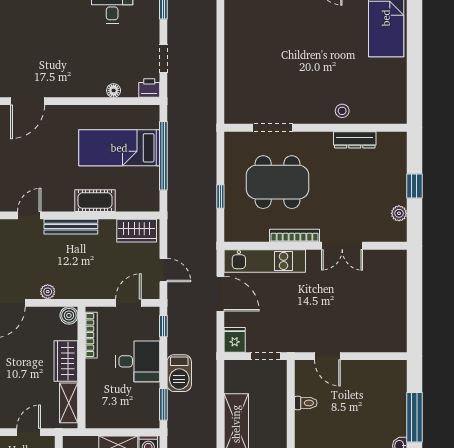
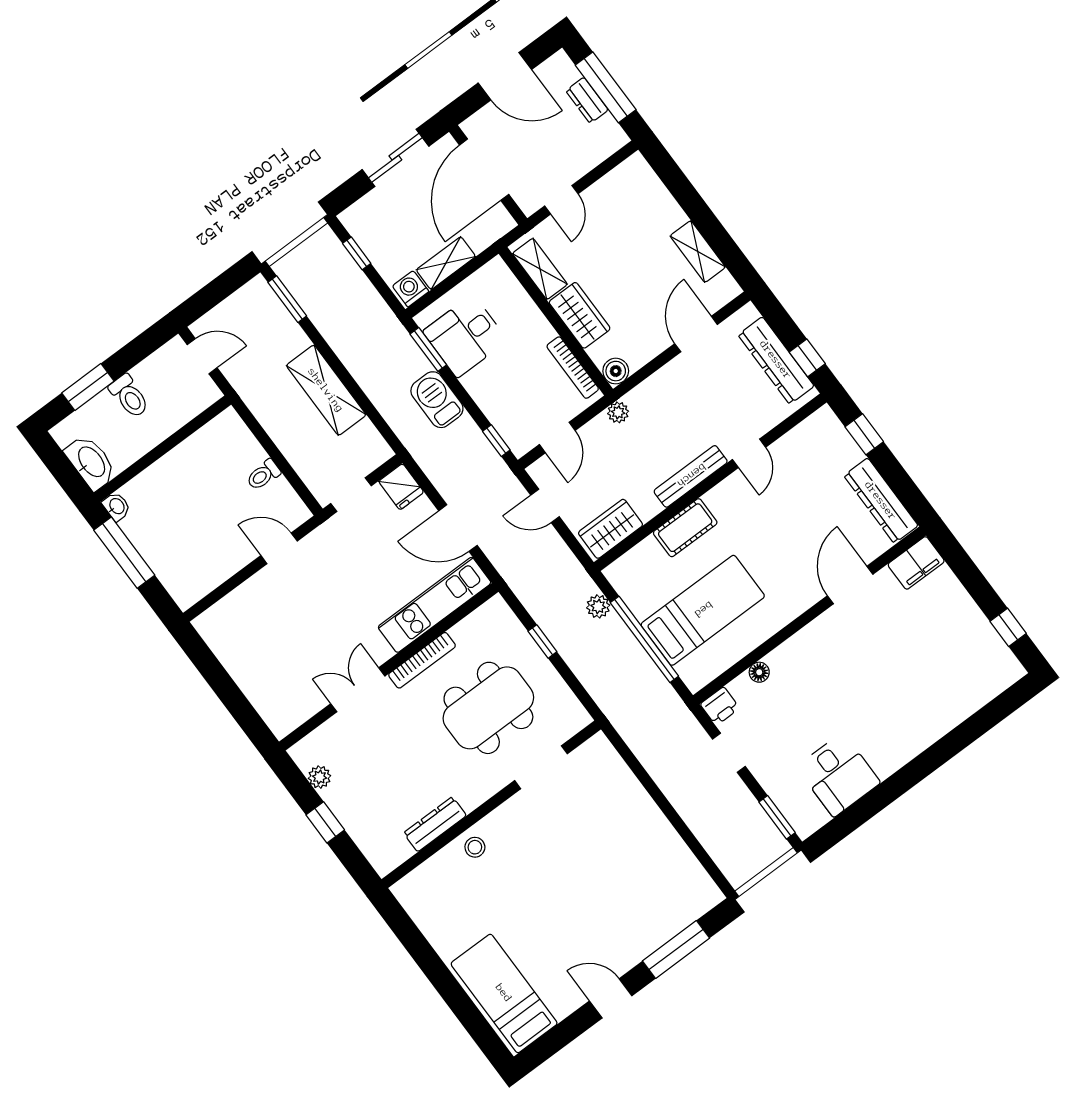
plant: (175, 193) -> (598, 606), added
plant: (48, 292) -> (618, 412), moved
desk: (138, 361) -> (465, 336), moved

